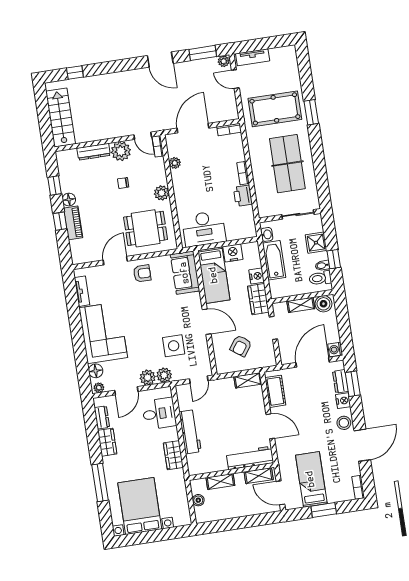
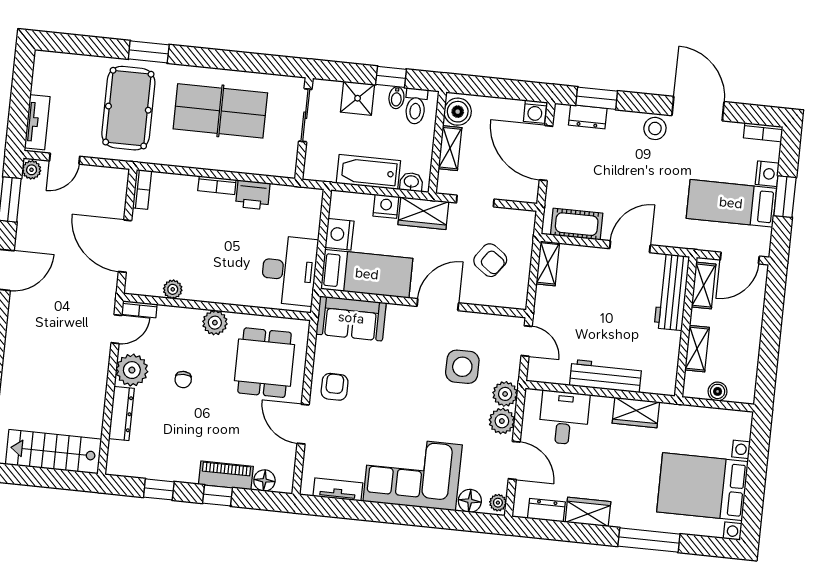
floor lamp: (69, 200) -> (264, 480), moved
washbasin: (267, 234) -> (411, 182), moved
nightstand: (343, 401) -> (767, 174), moved, turned 90

